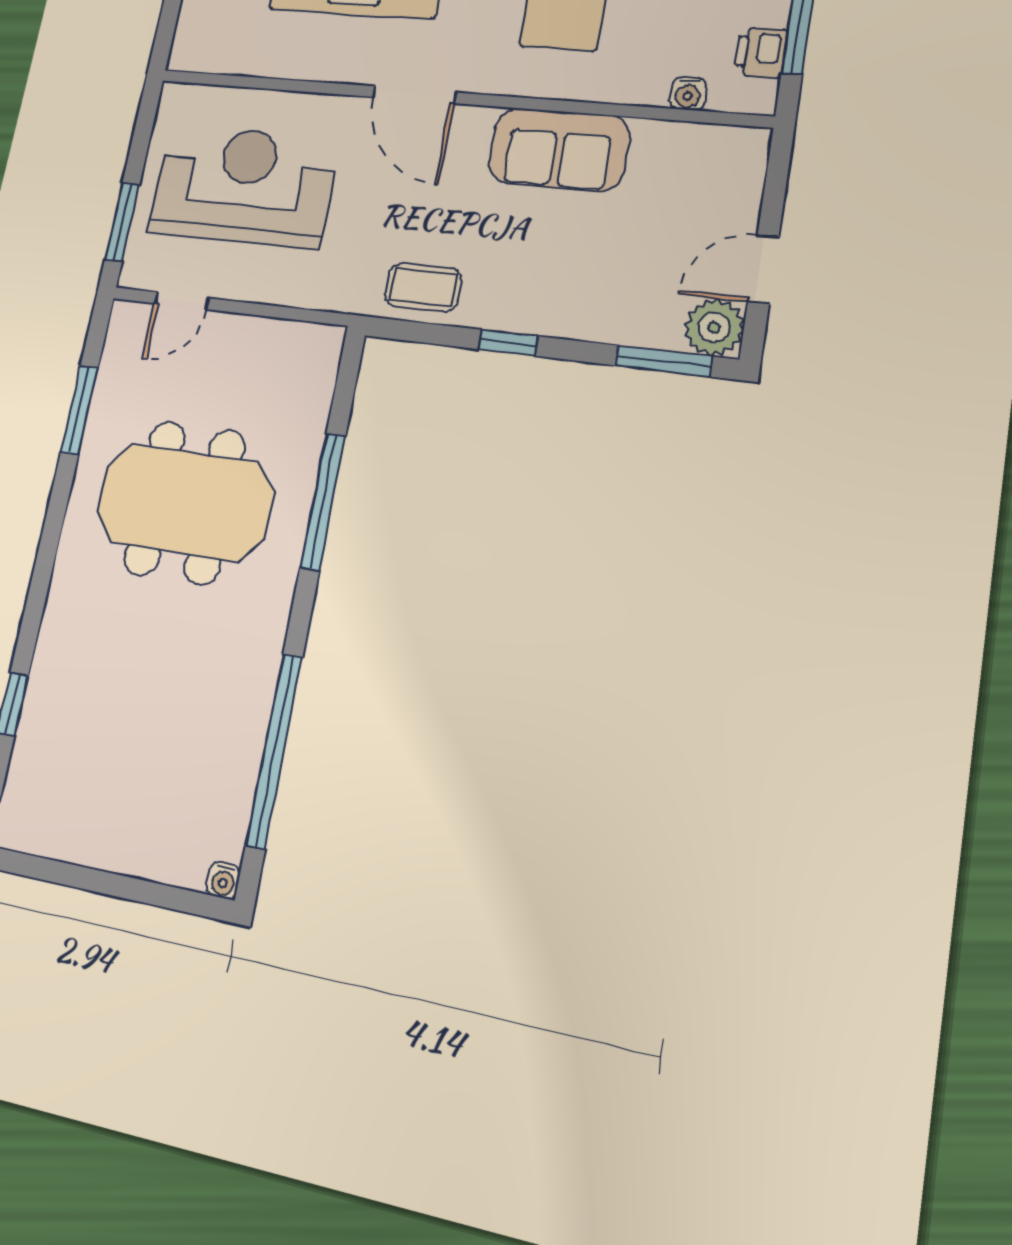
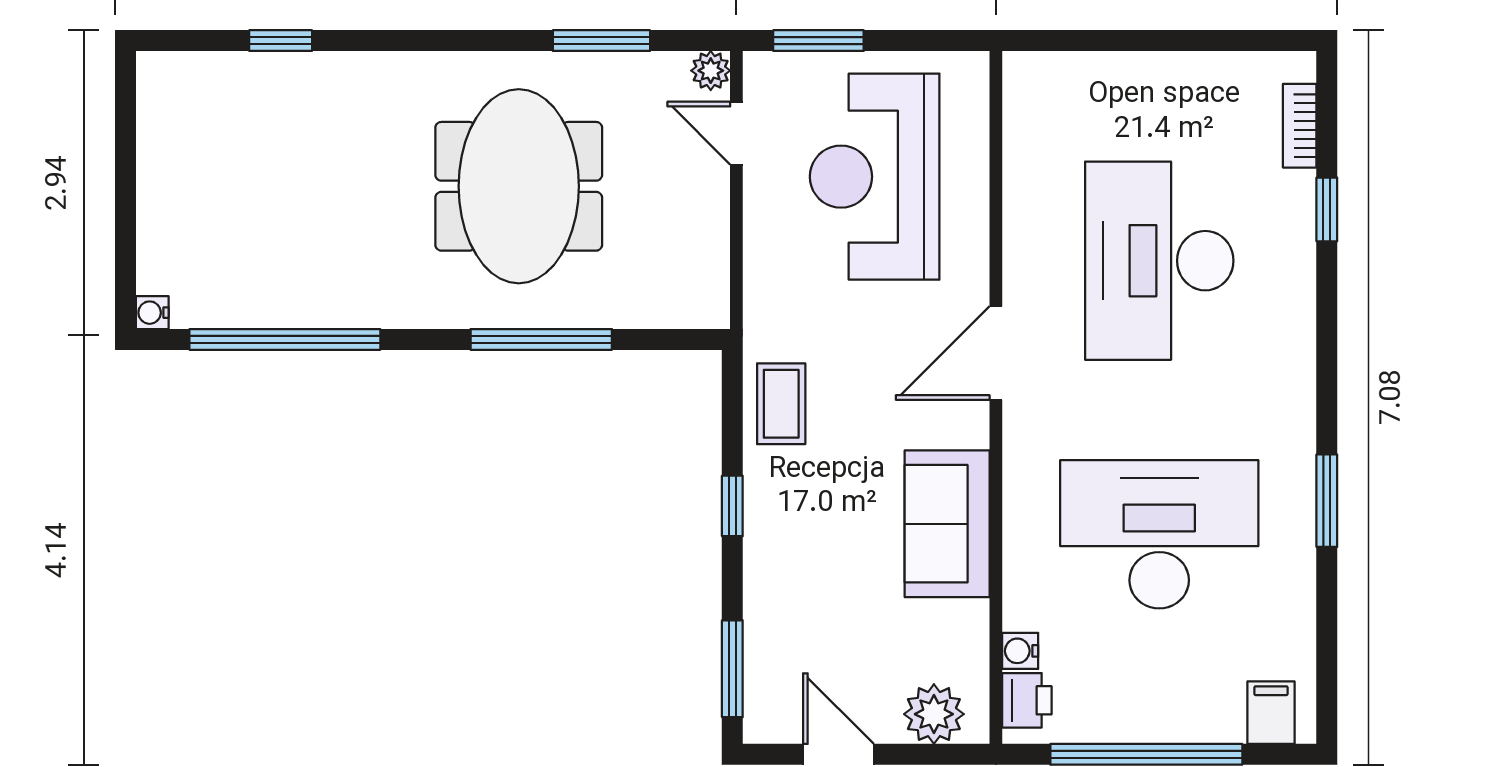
printer: (761, 52) -> (1027, 700), moved, turned 90
reception desk: (244, 185) -> (875, 177), turned 180
plant: (125, 317) -> (711, 71), added
plant: (714, 328) -> (934, 714), moved

